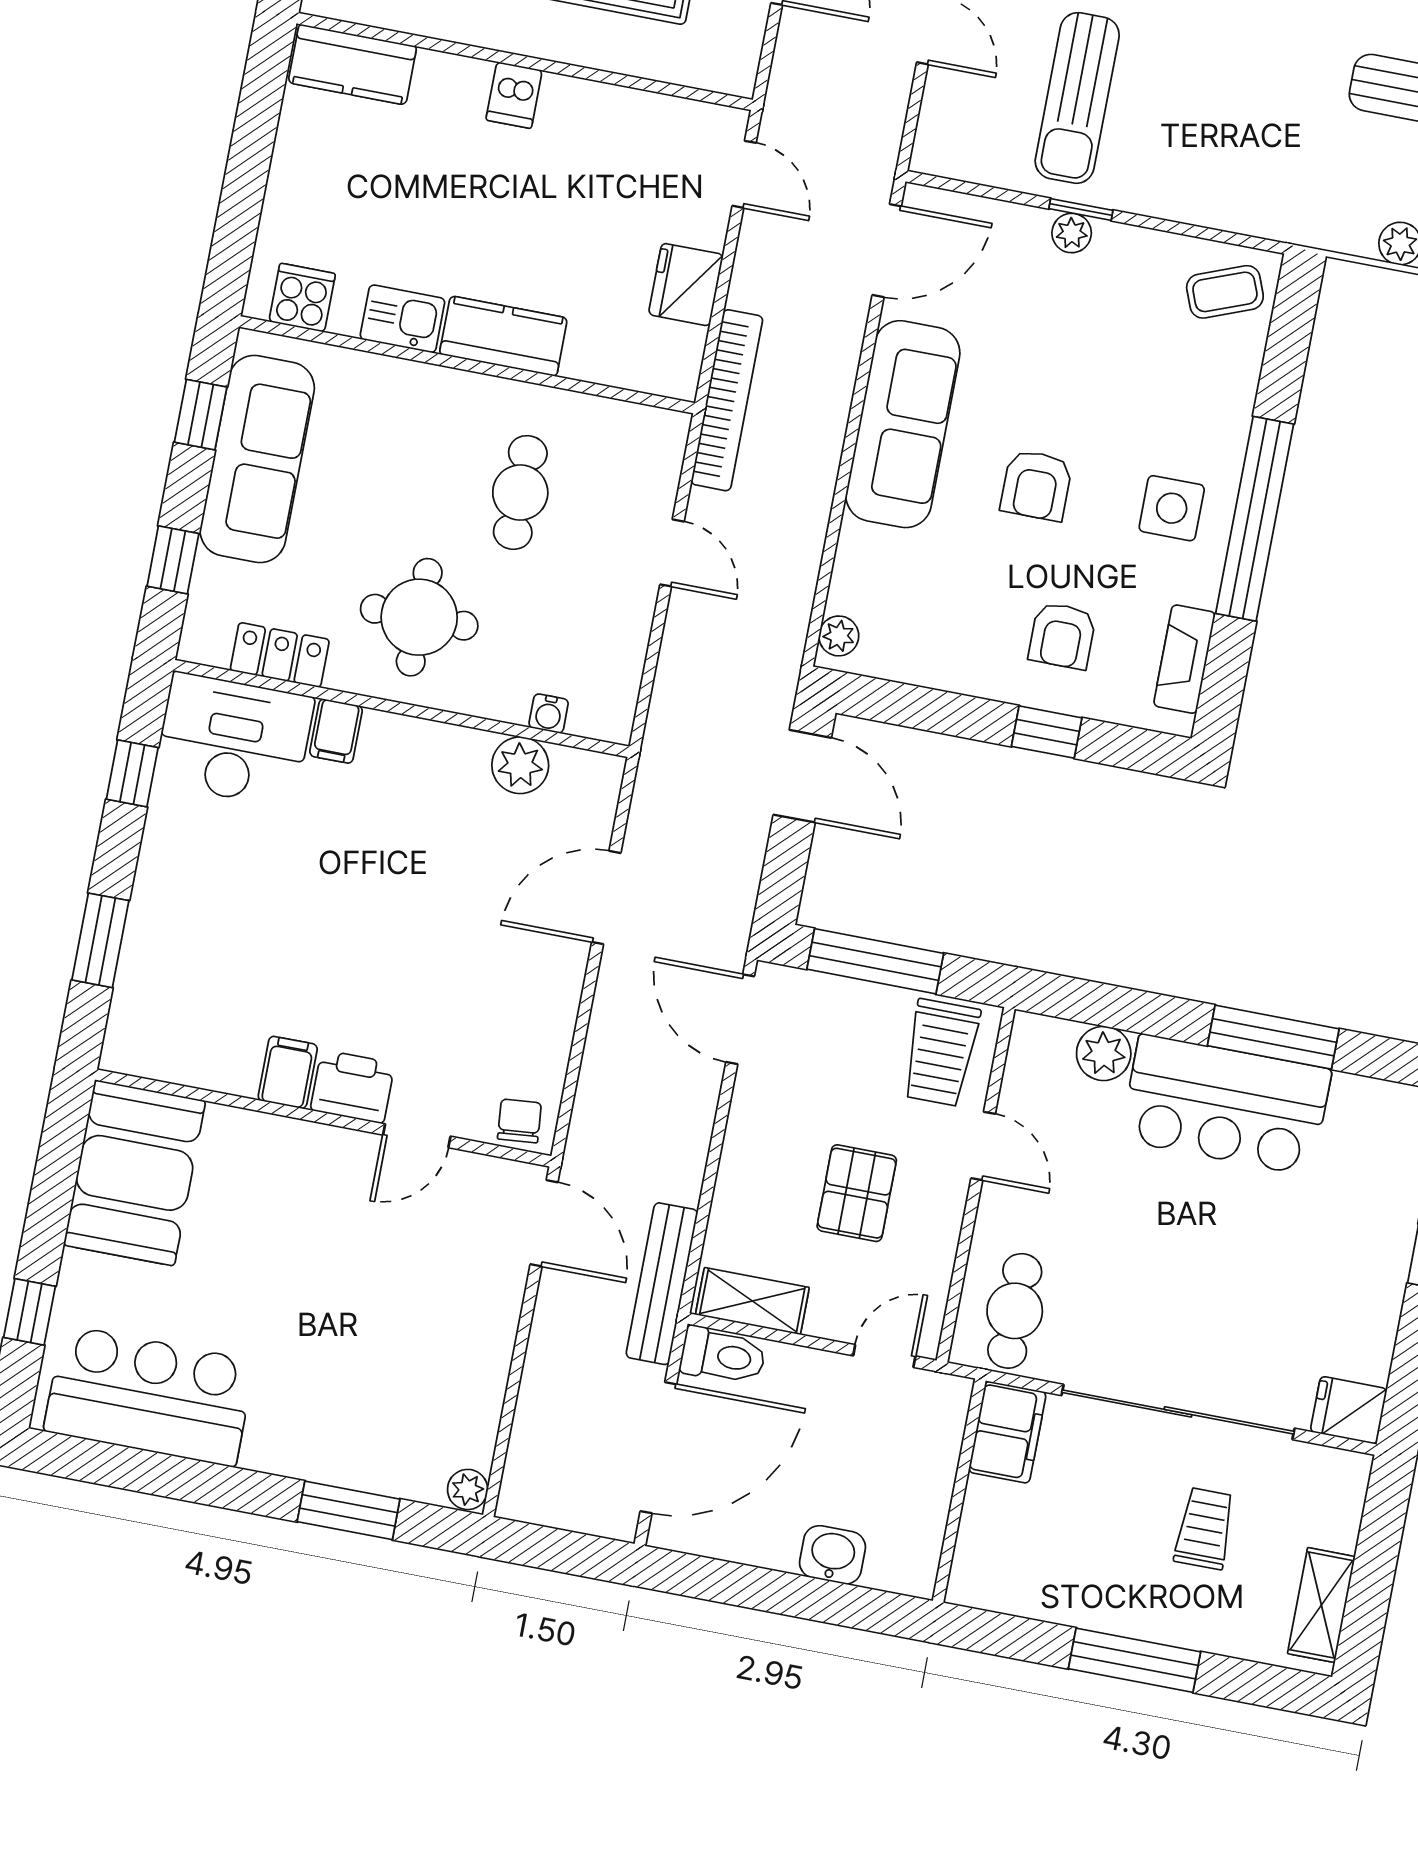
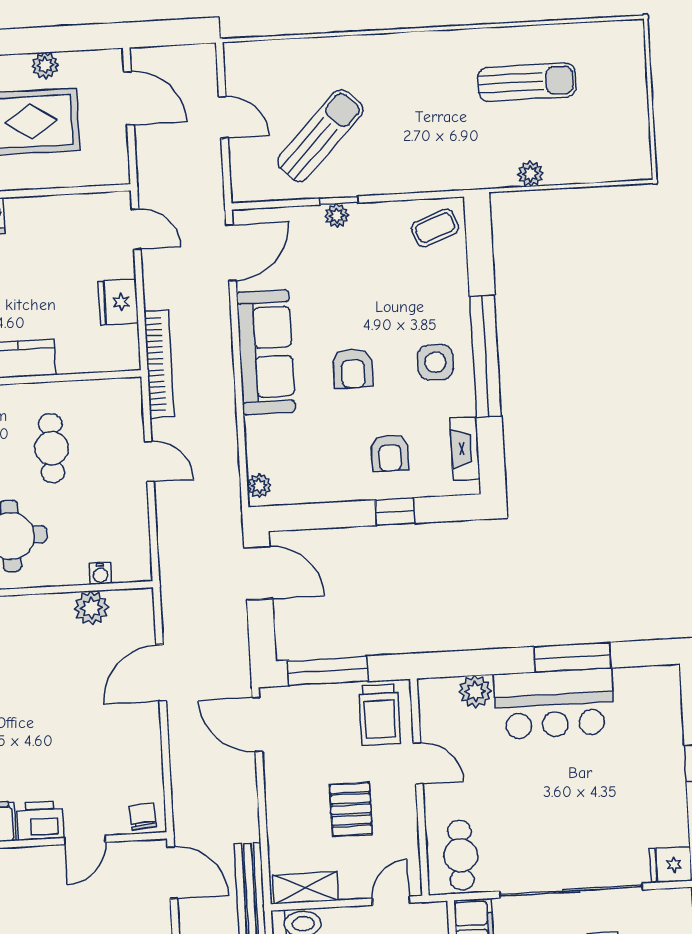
sun lounger: (1077, 98) -> (320, 136), turned -136

